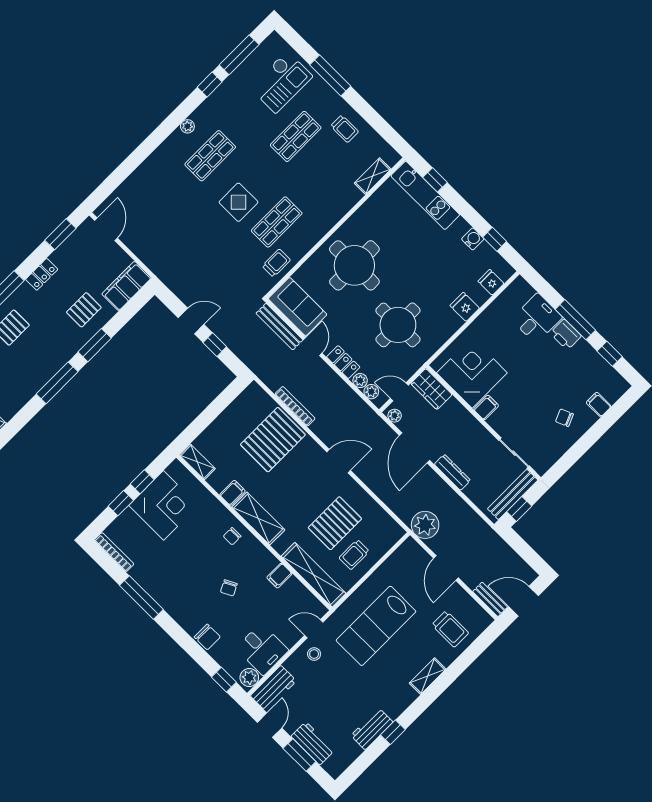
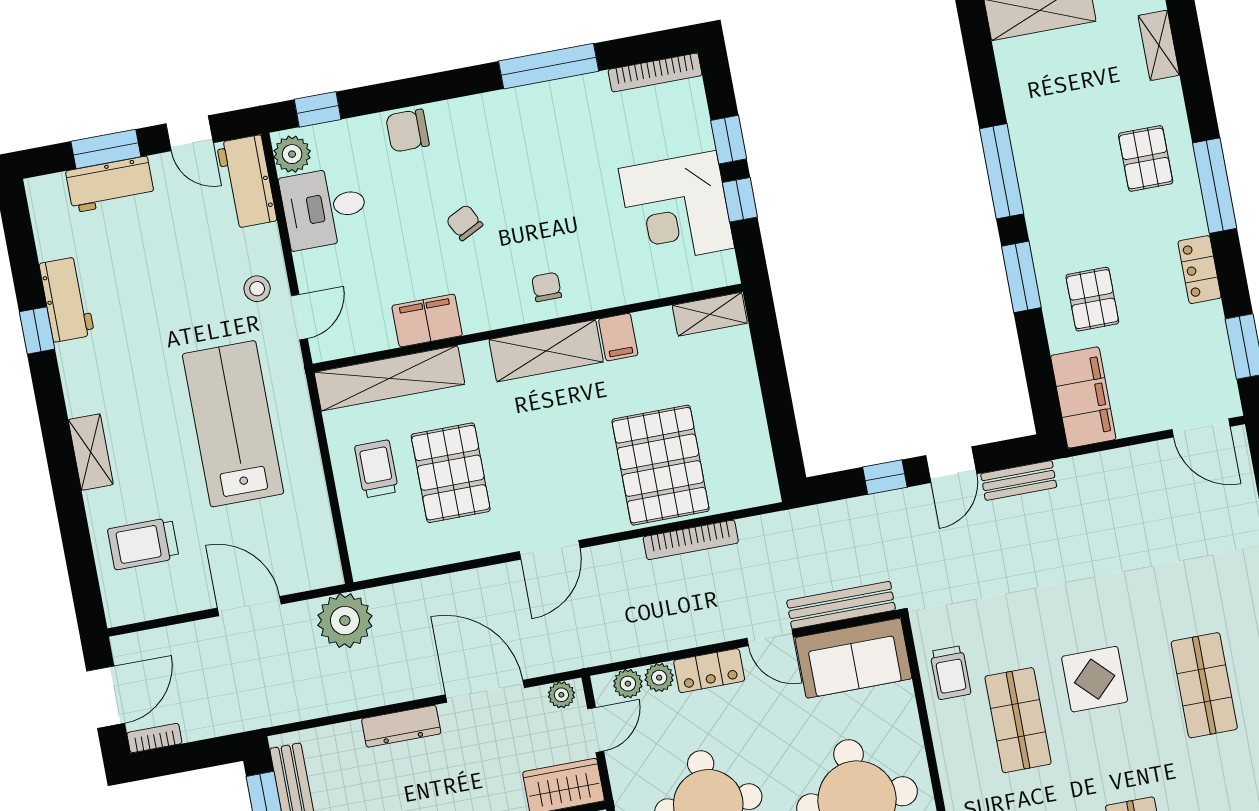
bookcase: (526, 570) -> (154, 738), added
filing cabinet: (279, 576) -> (427, 321), width x2.00
bench: (490, 599) -> (1019, 480), moved

